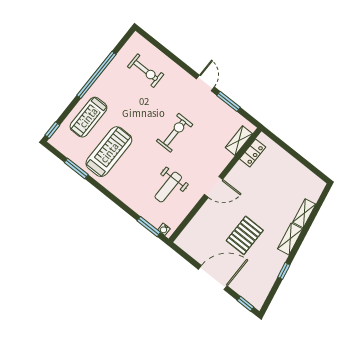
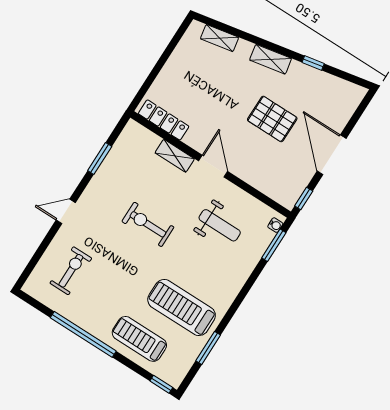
door: (205, 83) -> (66, 211), moved
treadmill: (88, 117) -> (139, 339), turned 180
shelving: (239, 141) -> (175, 156), moved
locker: (253, 153) -> (164, 120), width x1.53
shelving: (304, 213) -> (220, 38), moved
window: (246, 304) -> (304, 198), moved

